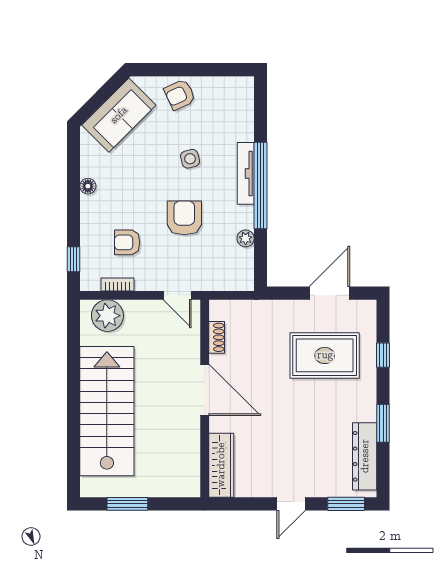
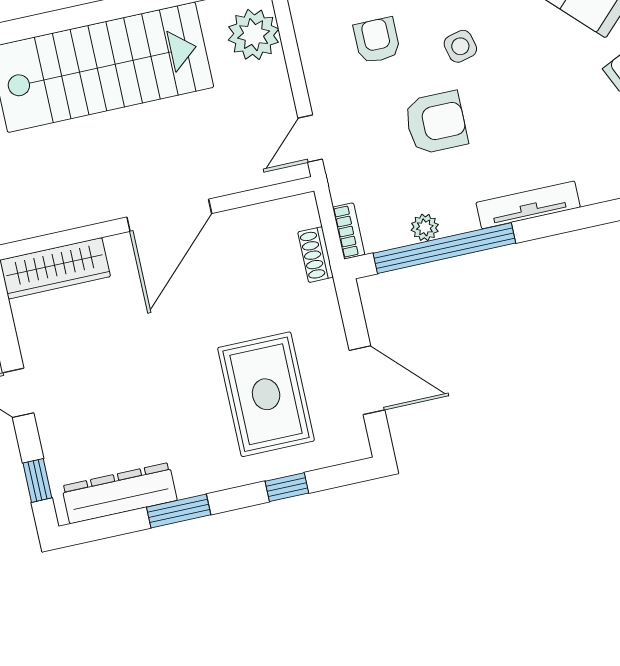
side table: (190, 159) -> (460, 46), moved
window: (261, 186) -> (444, 248), moved
bookcase: (118, 284) -> (349, 231), moved
shoe rack: (217, 337) -> (316, 255), moved, turned 90
window: (346, 504) -> (37, 480), width x0.67

